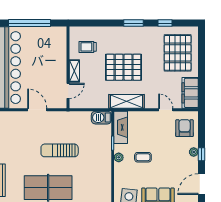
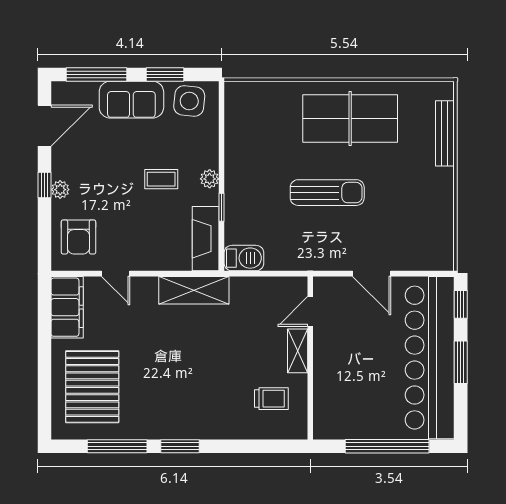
window: (165, 23) -> (117, 446), width x2.17
pallet: (124, 67) -> (200, 358), removed

